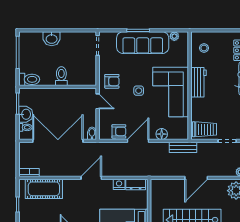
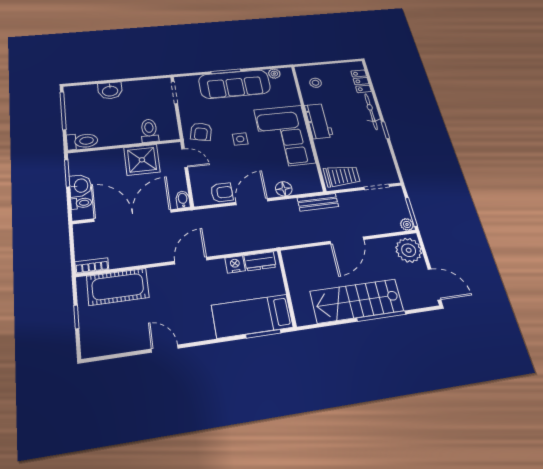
toilet: (61, 76) -> (149, 131), moved
armchair: (112, 81) -> (201, 132), turned 103
shower: (68, 99) -> (142, 160), added

